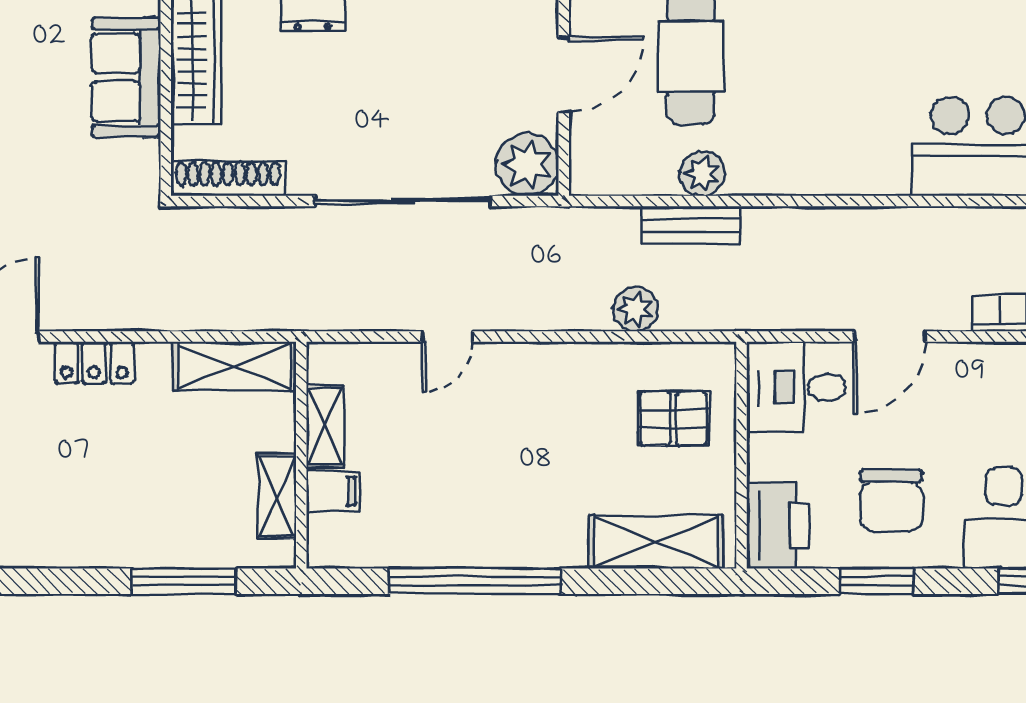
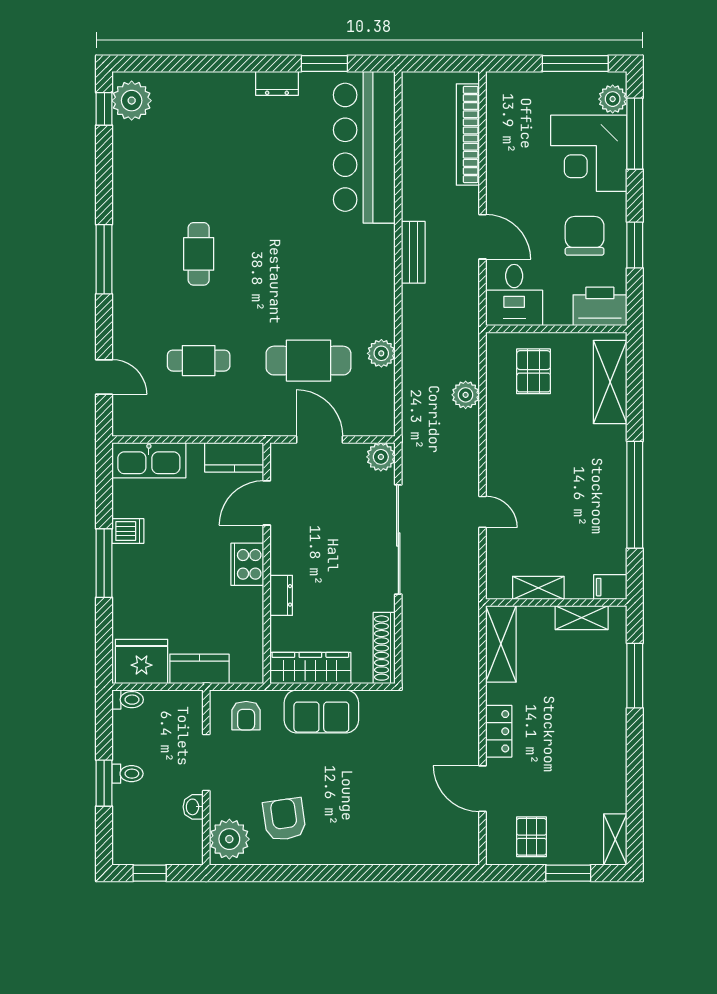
plant: (527, 165) -> (381, 457), width x0.73, depth x0.73
bench: (690, 225) -> (413, 252), moved
filing cabinet: (333, 491) -> (610, 587), moved, turned -90
chair: (891, 501) -> (585, 236), turned -90

